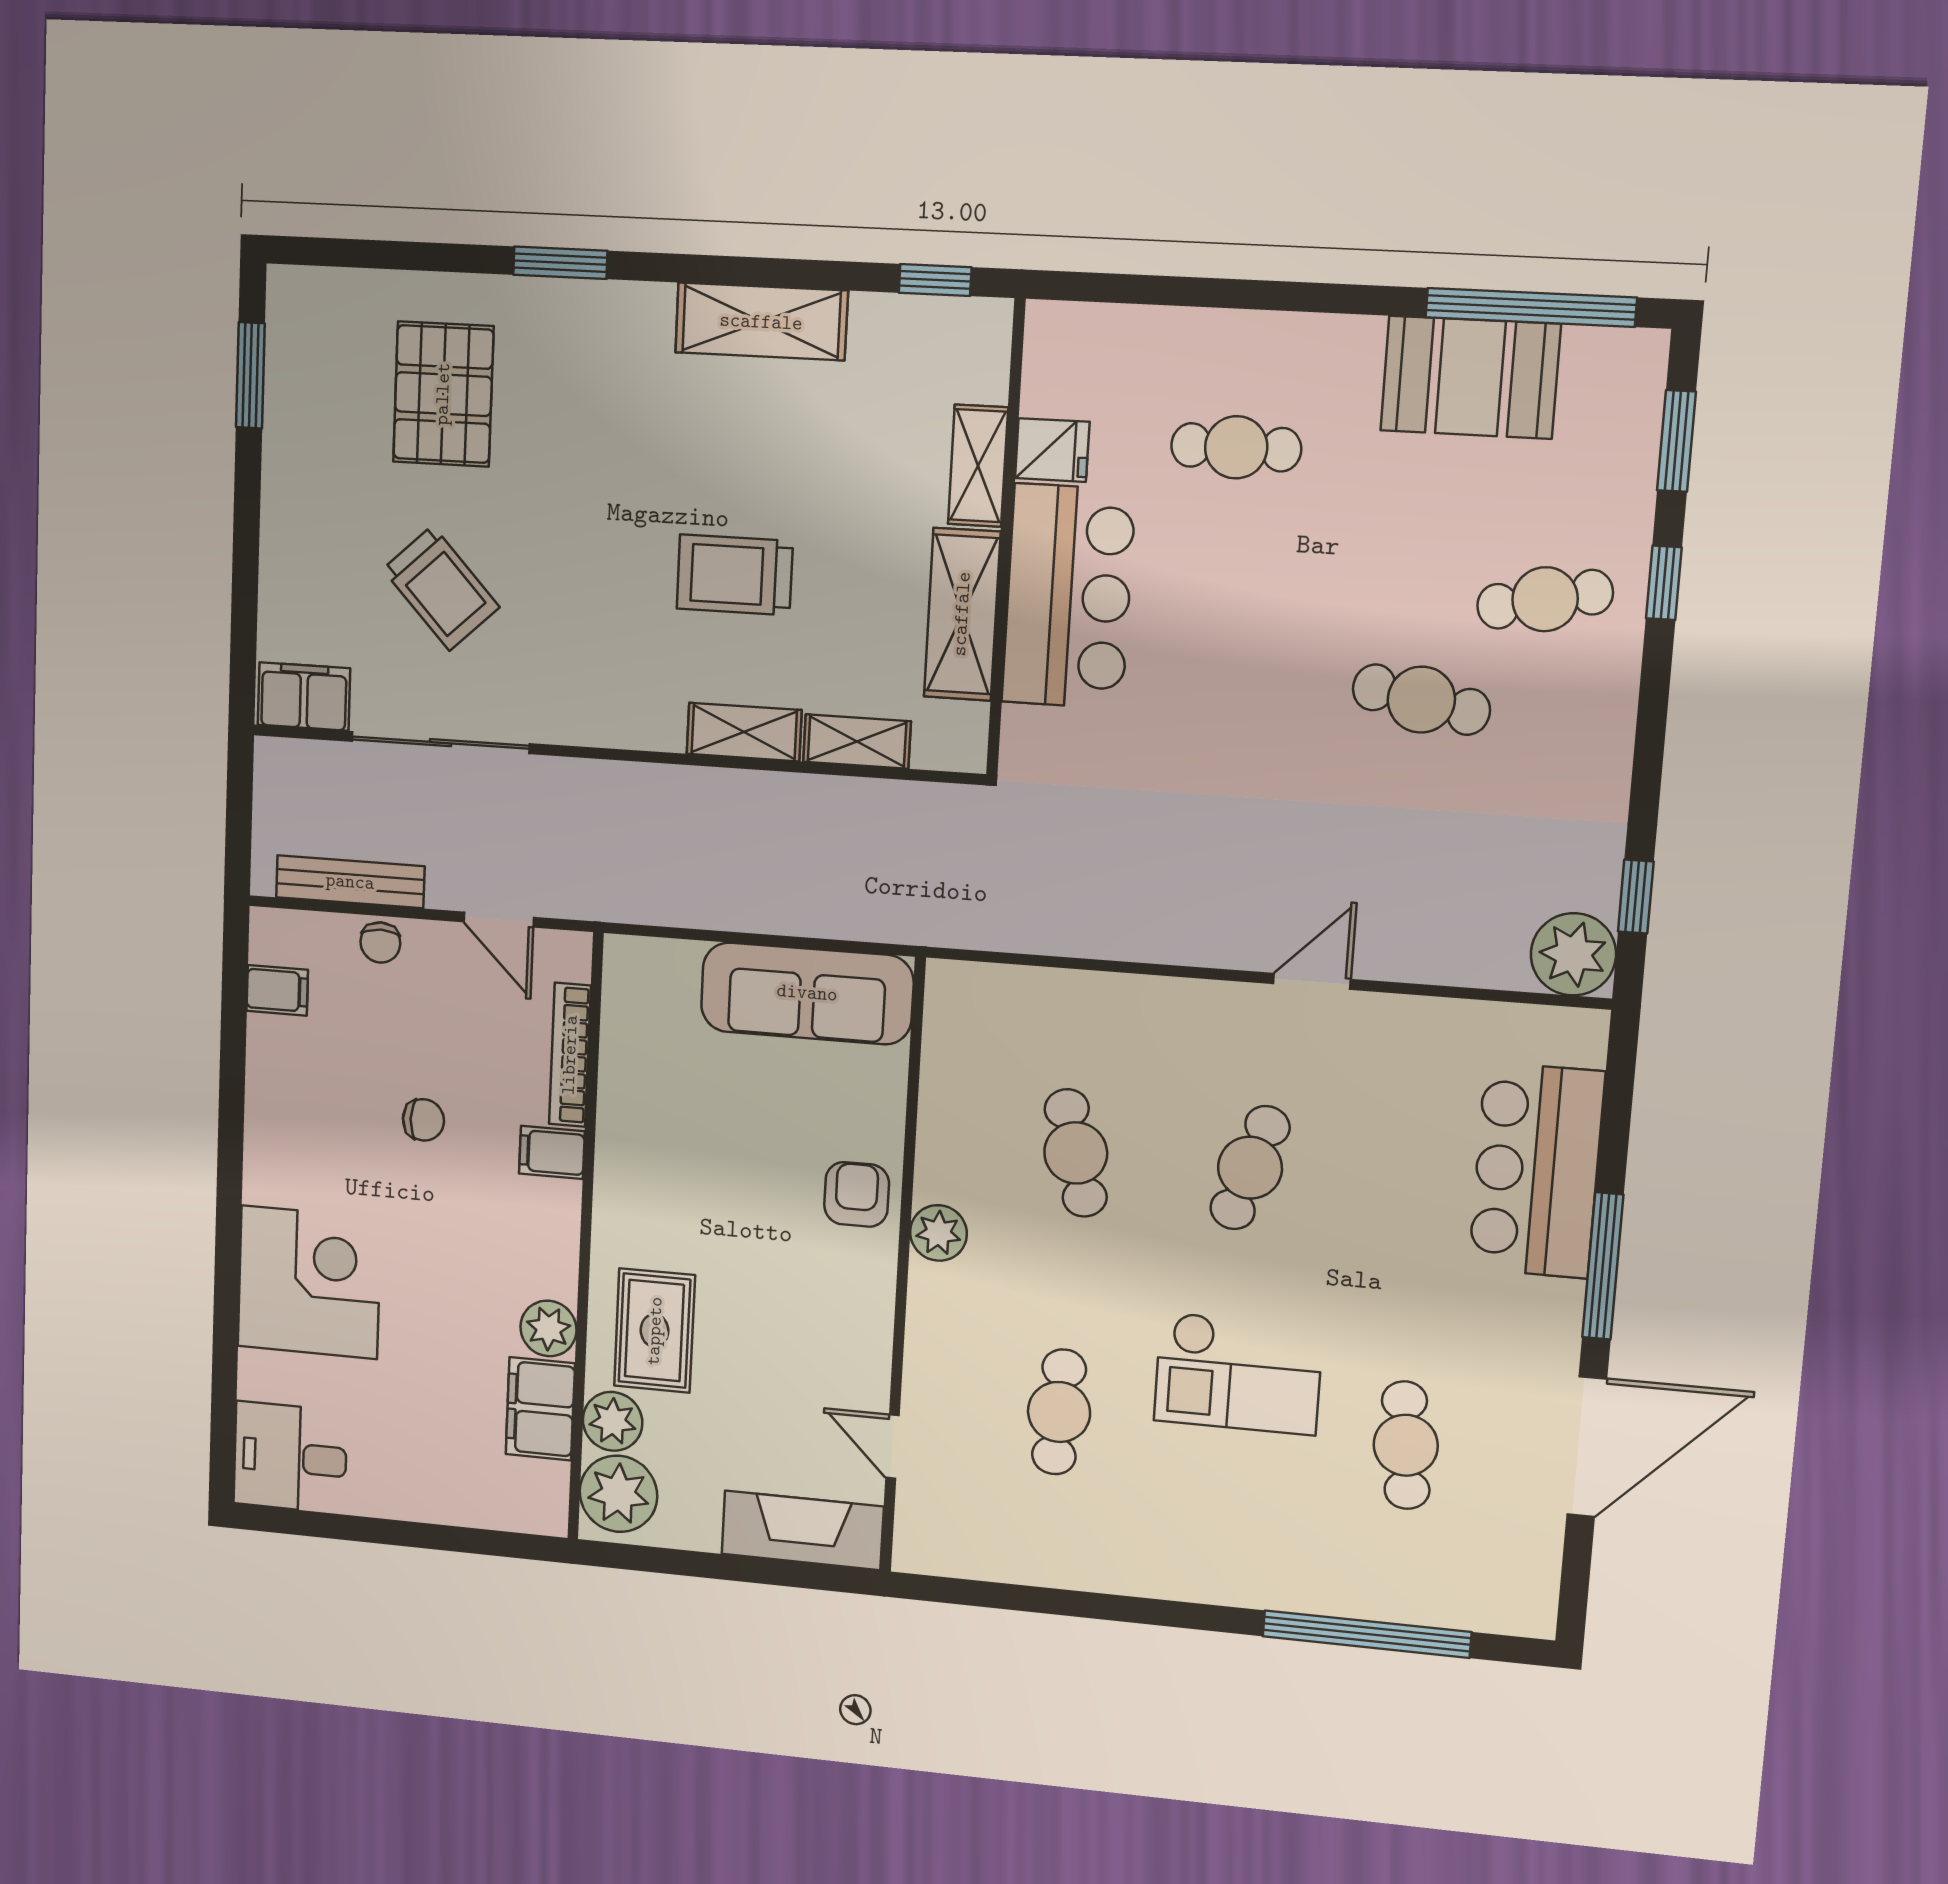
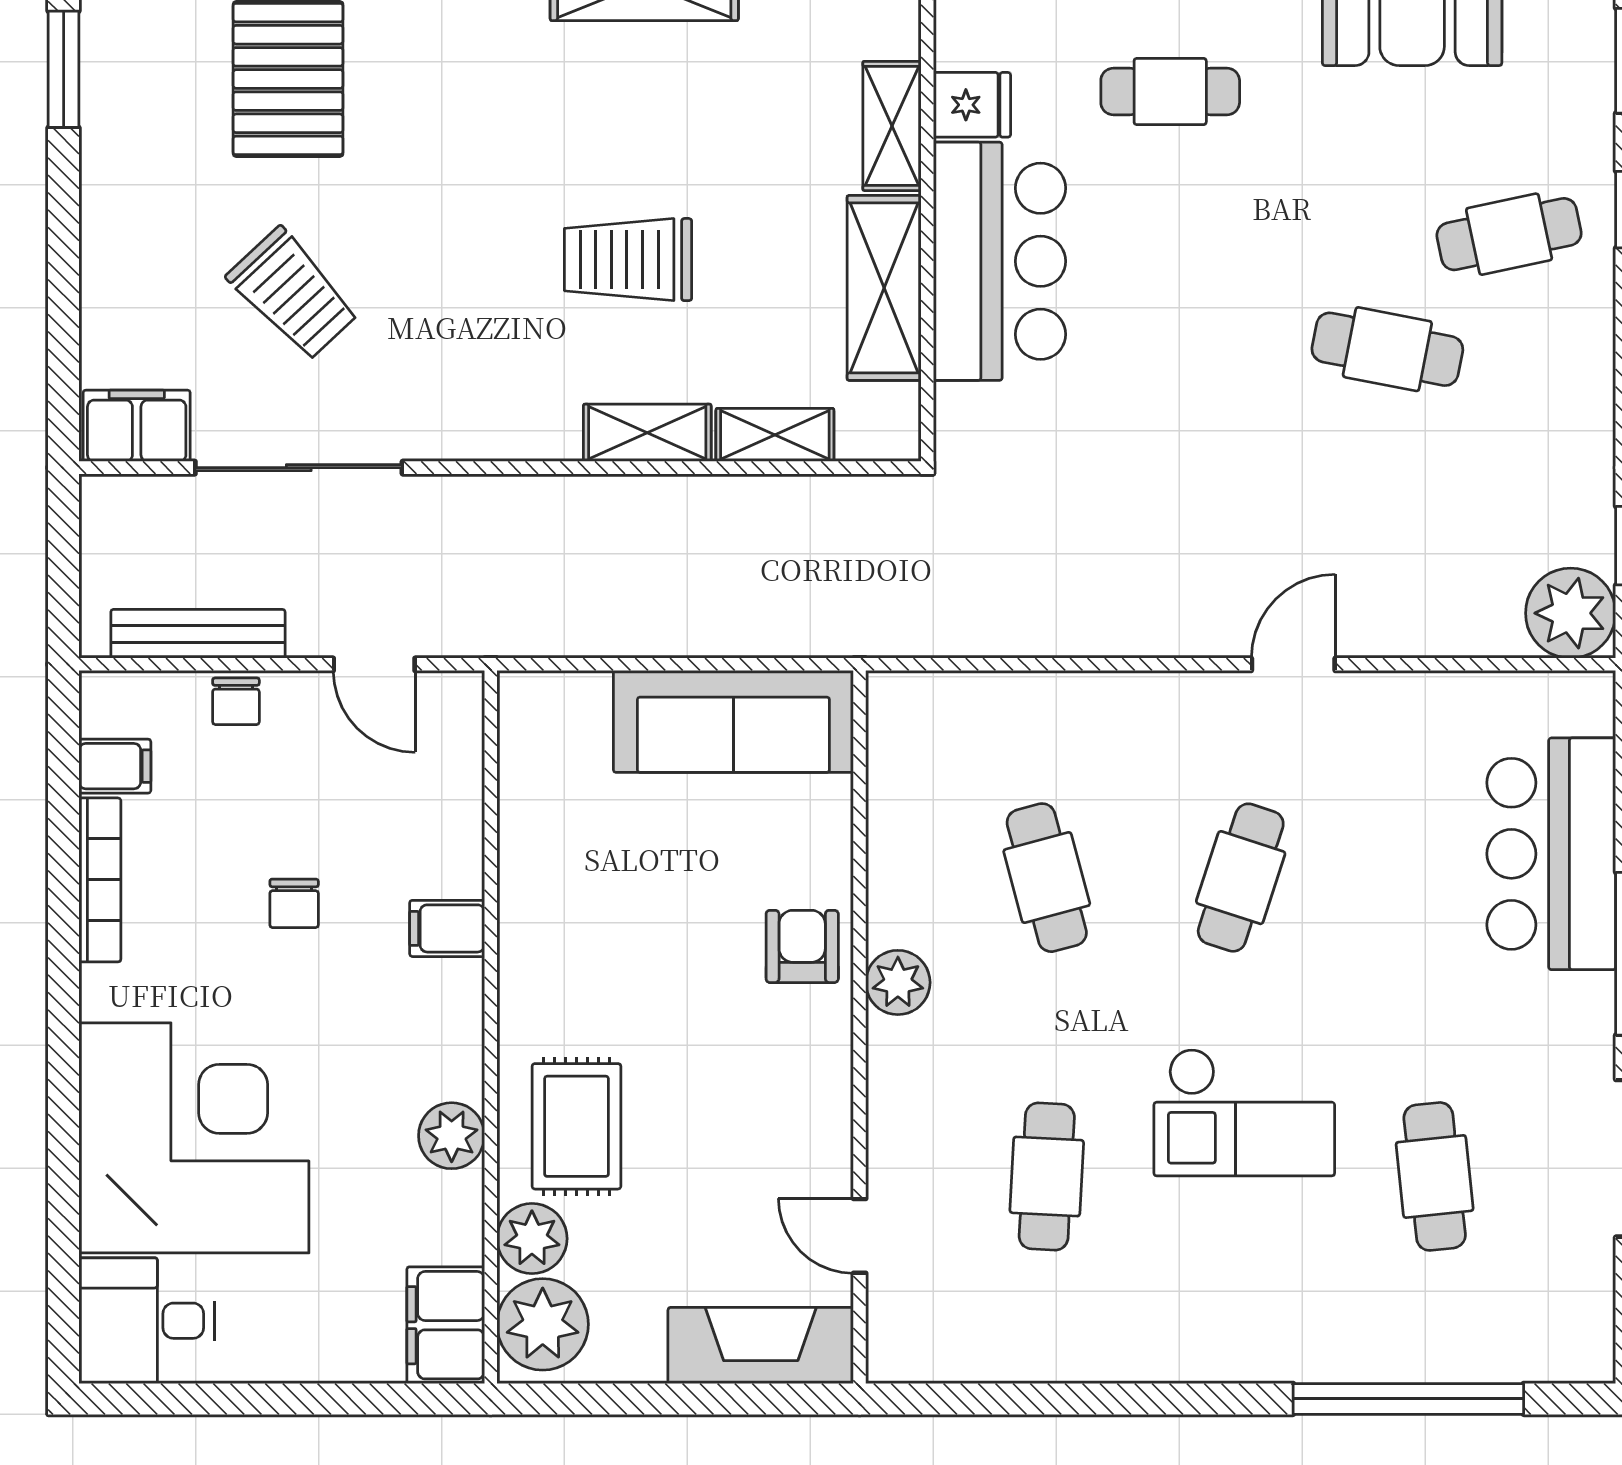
bookcase: (570, 1055) -> (100, 880), moved, turned 180
chair: (423, 1120) -> (294, 903), turned 90
corner desk: (309, 1282) -> (194, 1138), width x1.36, depth x1.36
filing cabinet: (540, 1409) -> (446, 1325), moved

